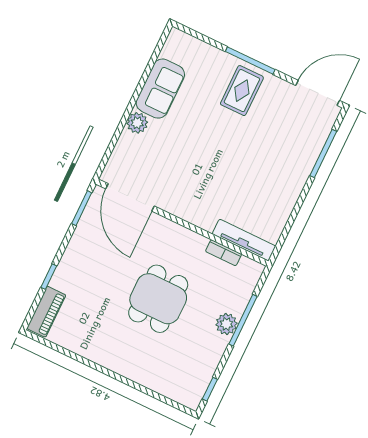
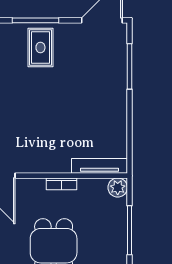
bookcase: (223, 253) -> (62, 184), moved
plant: (226, 324) -> (118, 188), moved

